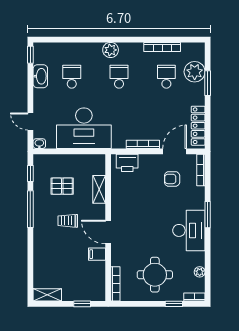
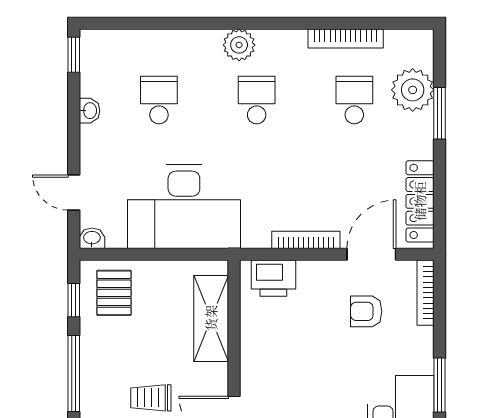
washbasin: (40, 76) -> (89, 111), width x0.52, depth x0.69
pallet: (62, 186) -> (114, 293), moved, turned 90
shelving: (99, 189) -> (211, 318), width x1.50, depth x1.33

